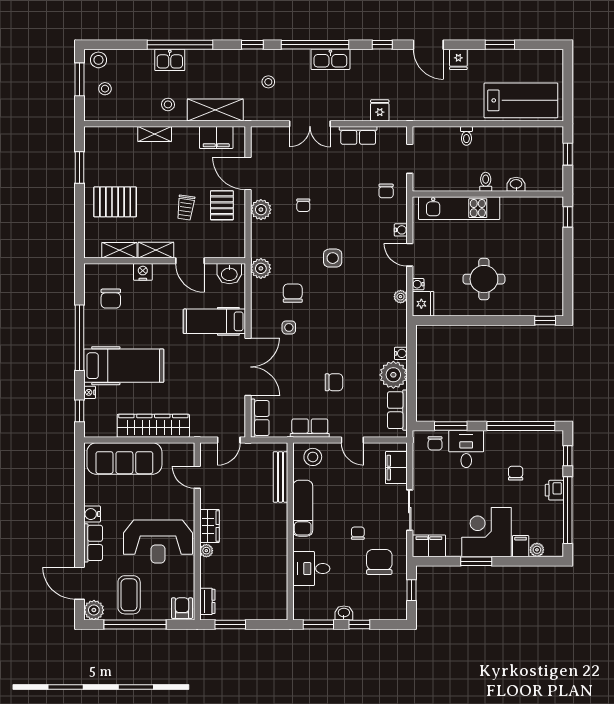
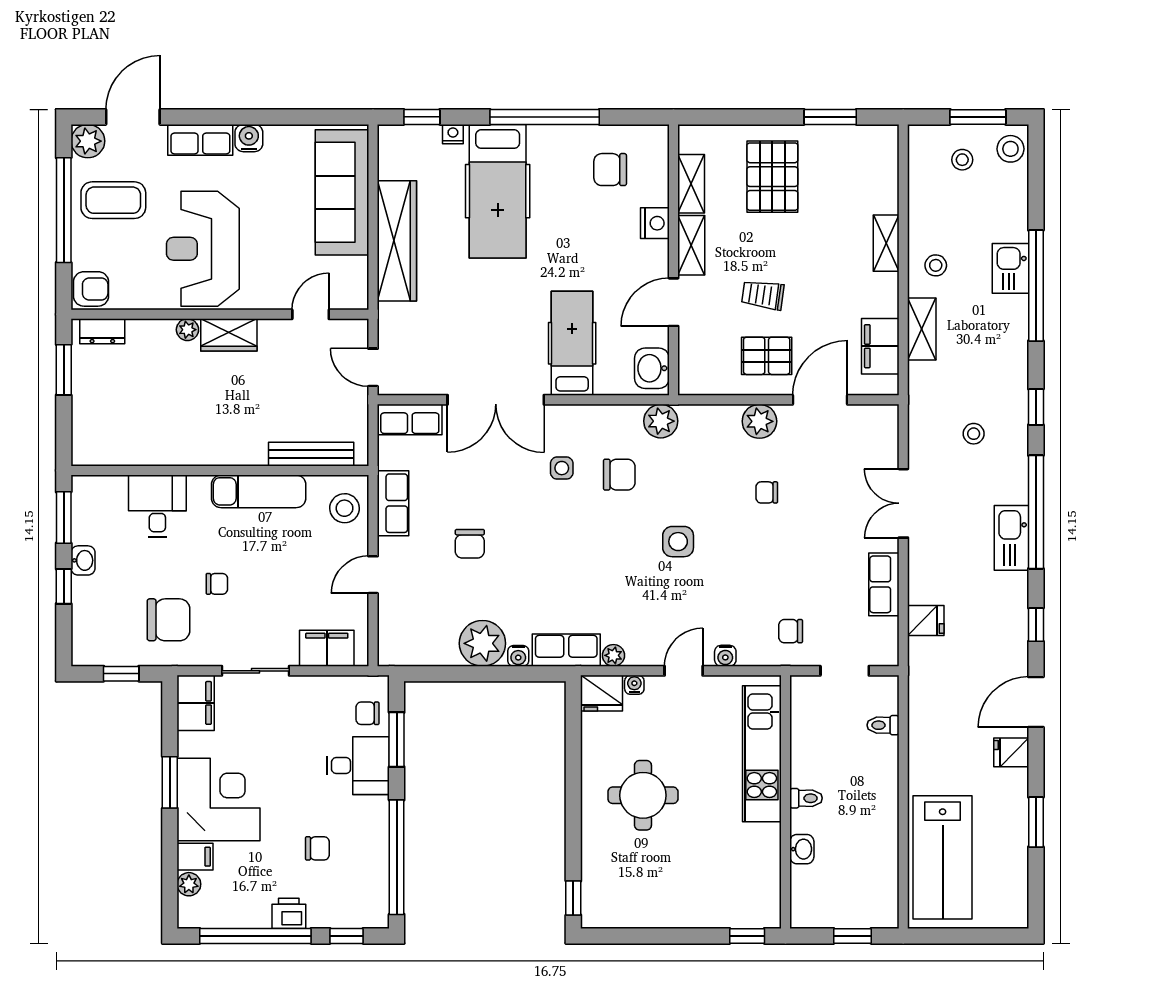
shelving: (215, 110) -> (922, 329), width x0.67, depth x0.75
toilet: (466, 136) -> (883, 725), moved
row of seats: (397, 410) -> (566, 650), moved

